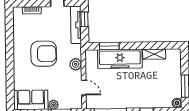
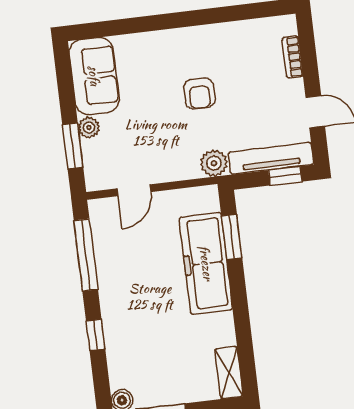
armchair: (44, 54) -> (199, 94), width x0.53, depth x0.53
shelving: (154, 54) -> (229, 373), moved
plant: (76, 64) -> (214, 163), moved

